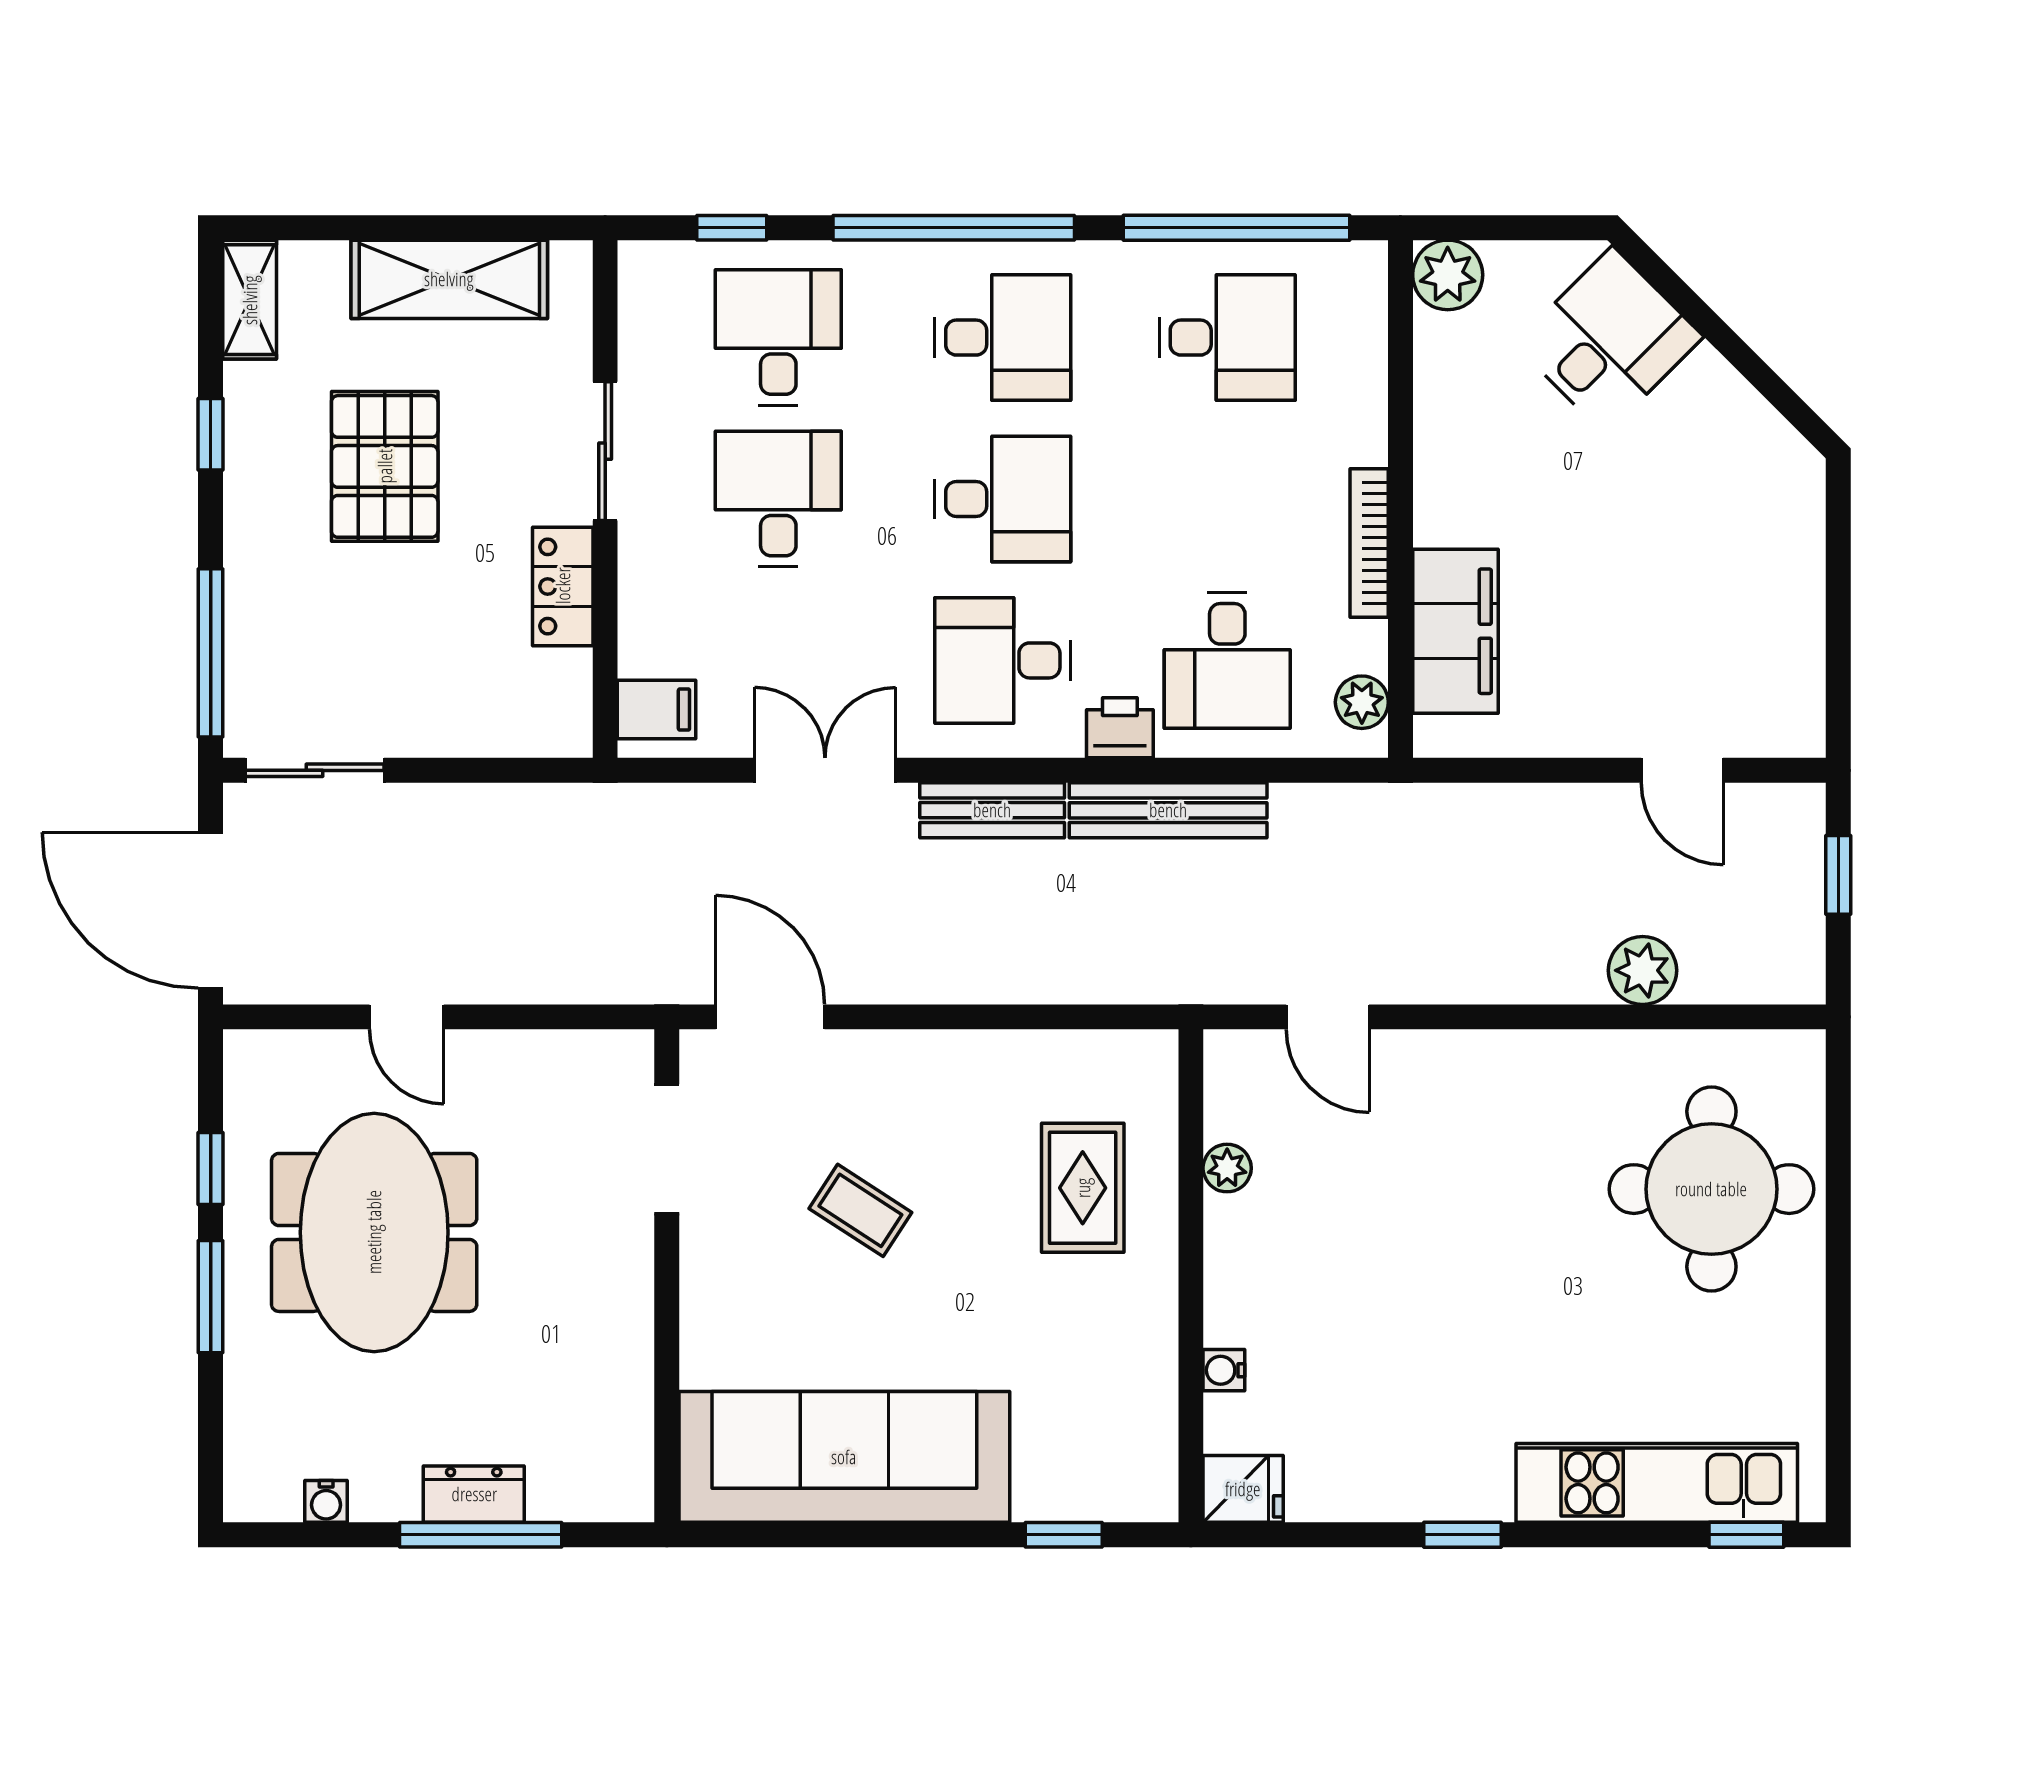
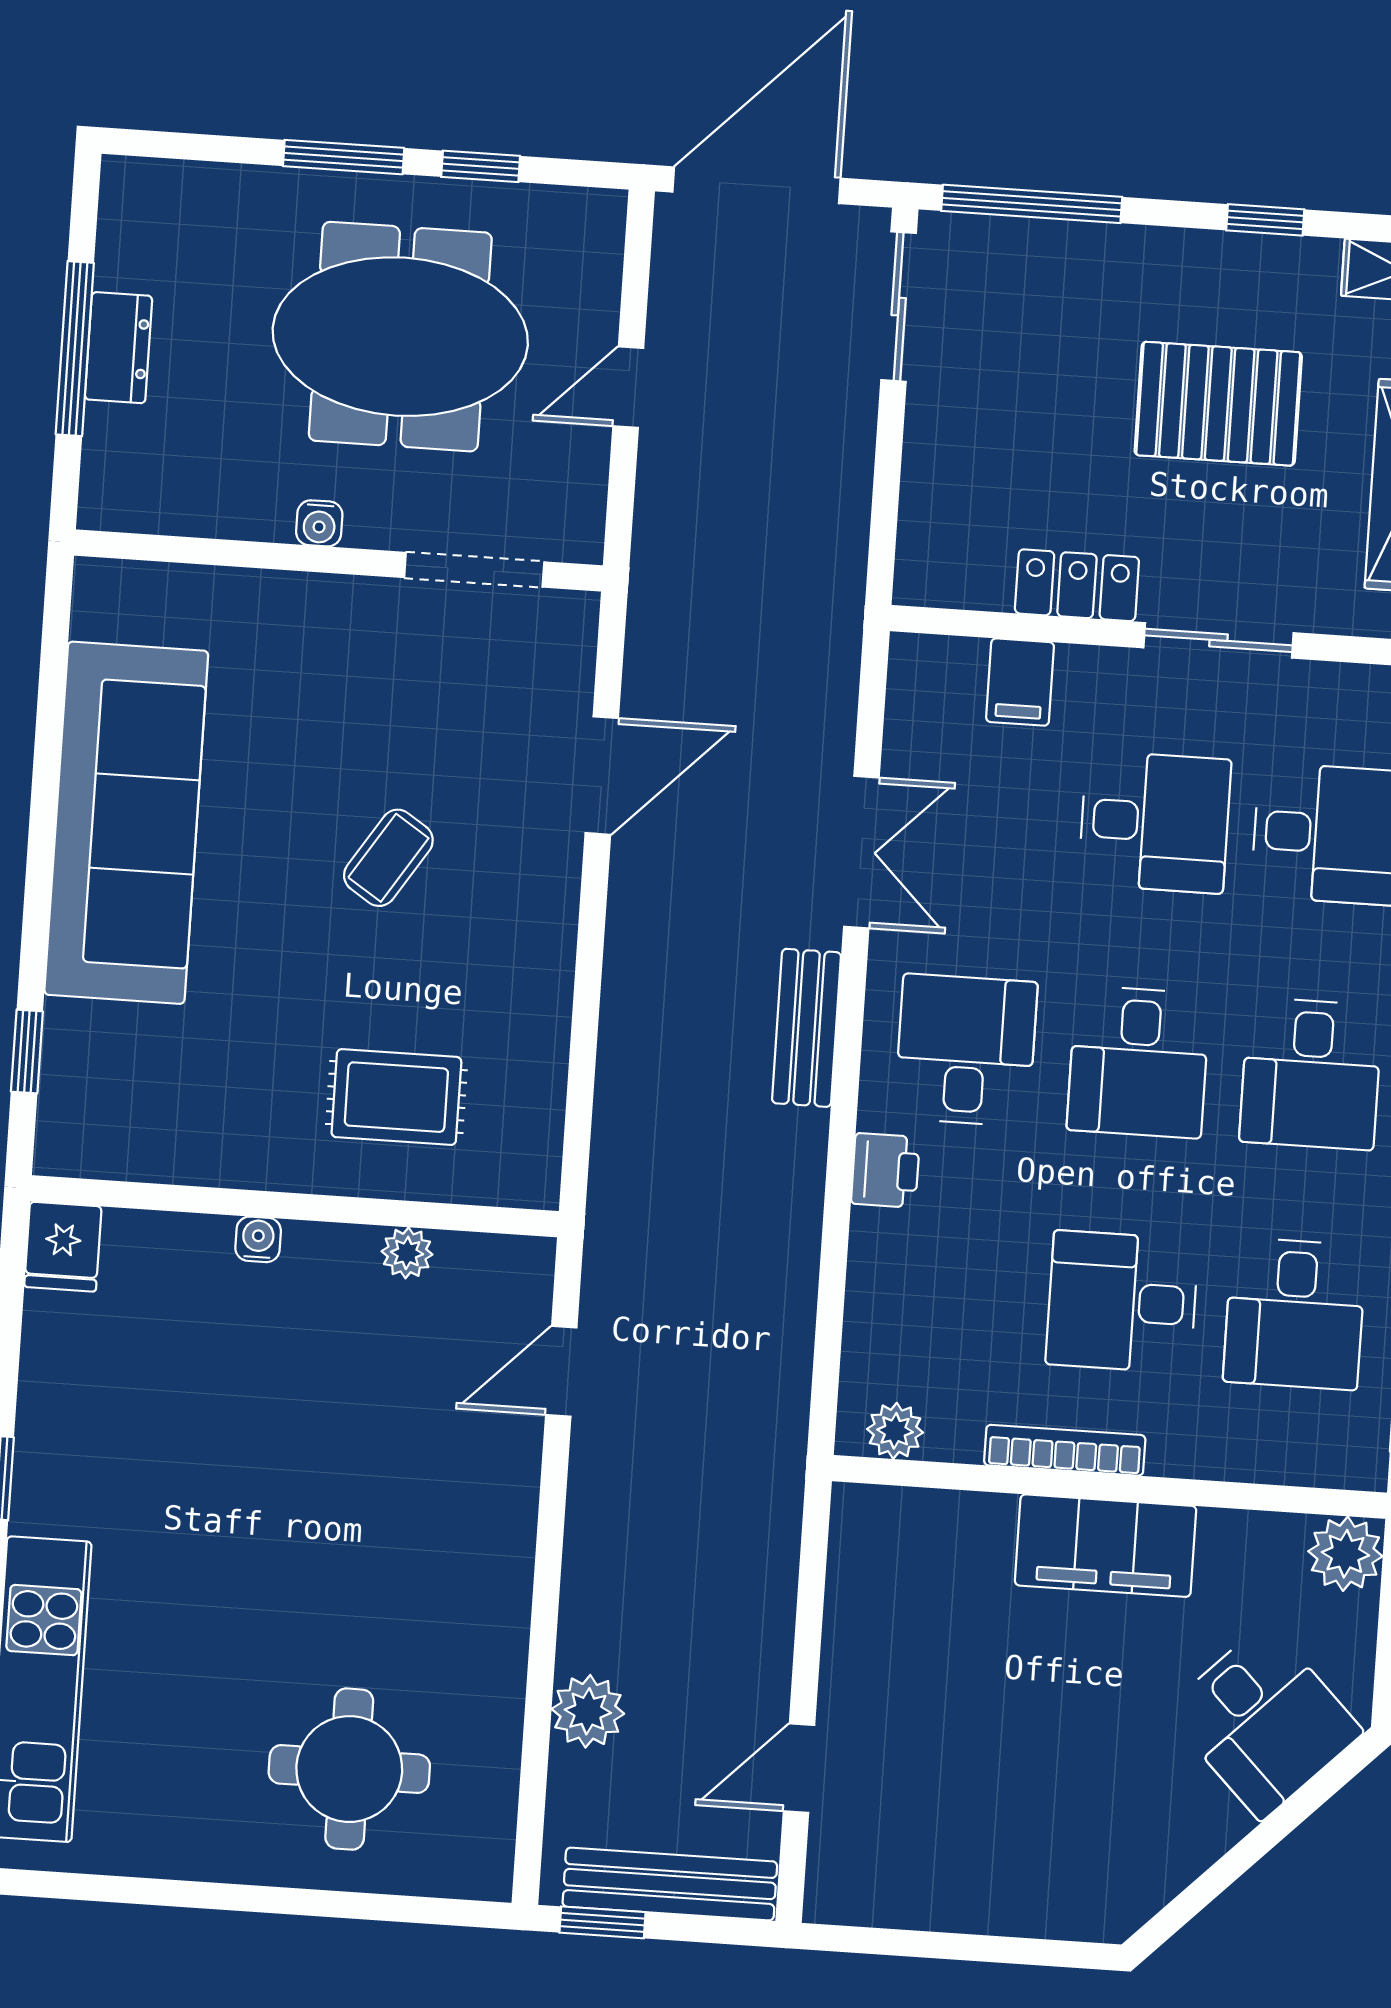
filing cabinet: (1455, 631) -> (1106, 1546), moved
desk: (1227, 660) -> (1122, 1302), moved
filing cabinet: (657, 710) -> (1020, 682), moved
bench: (1168, 810) -> (670, 1884), moved, turned 90
window: (1838, 875) -> (602, 1922), moved
doorway: (667, 1149) -> (474, 570), moved
round table: (1711, 1189) -> (349, 1769), width x0.73, depth x0.73
wall: (667, 1276) -> (338, 560), moved
water cooler: (1224, 1370) -> (258, 1239), moved
dresser: (474, 1494) -> (119, 348), moved
water cooler: (326, 1501) -> (319, 523), moved, turned -90
window: (481, 1535) -> (75, 349), moved

